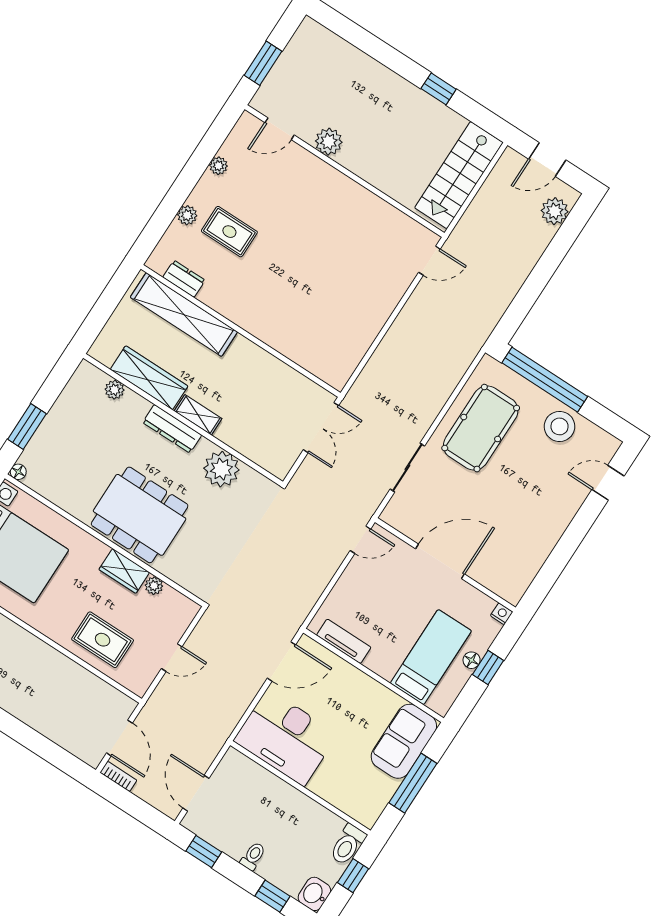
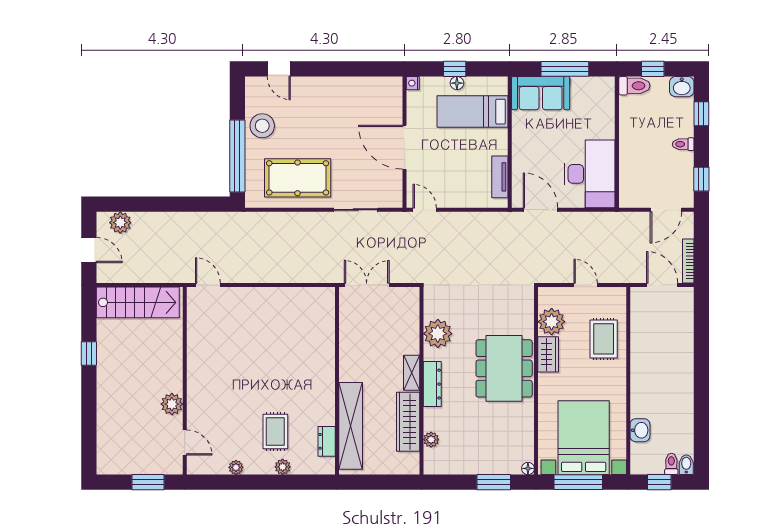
plant: (154, 586) -> (552, 322), width x1.88, depth x1.88
door: (119, 738) -> (662, 285), hinge flipped
bookcase: (118, 776) -> (688, 261), width x1.56

